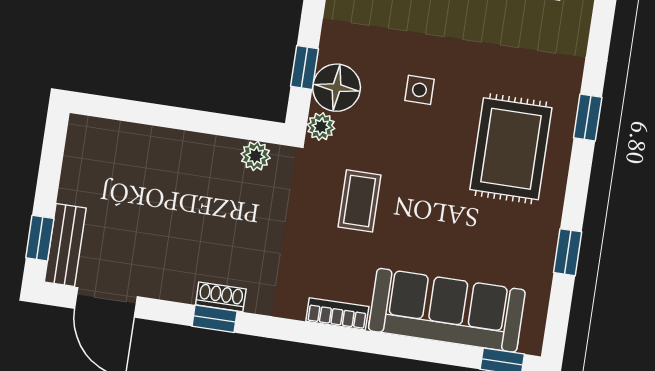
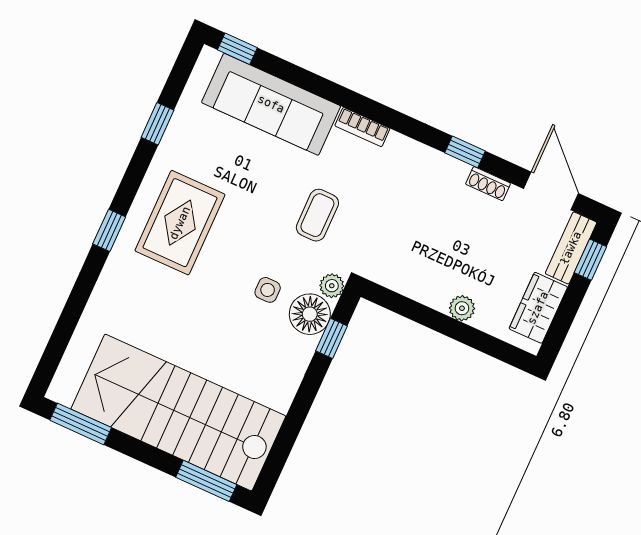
side table: (419, 90) -> (268, 290), moved
plant: (256, 156) -> (462, 308), moved
wardrobe: (83, 168) -> (538, 308), added
shoe rack: (221, 297) -> (488, 184), moved

